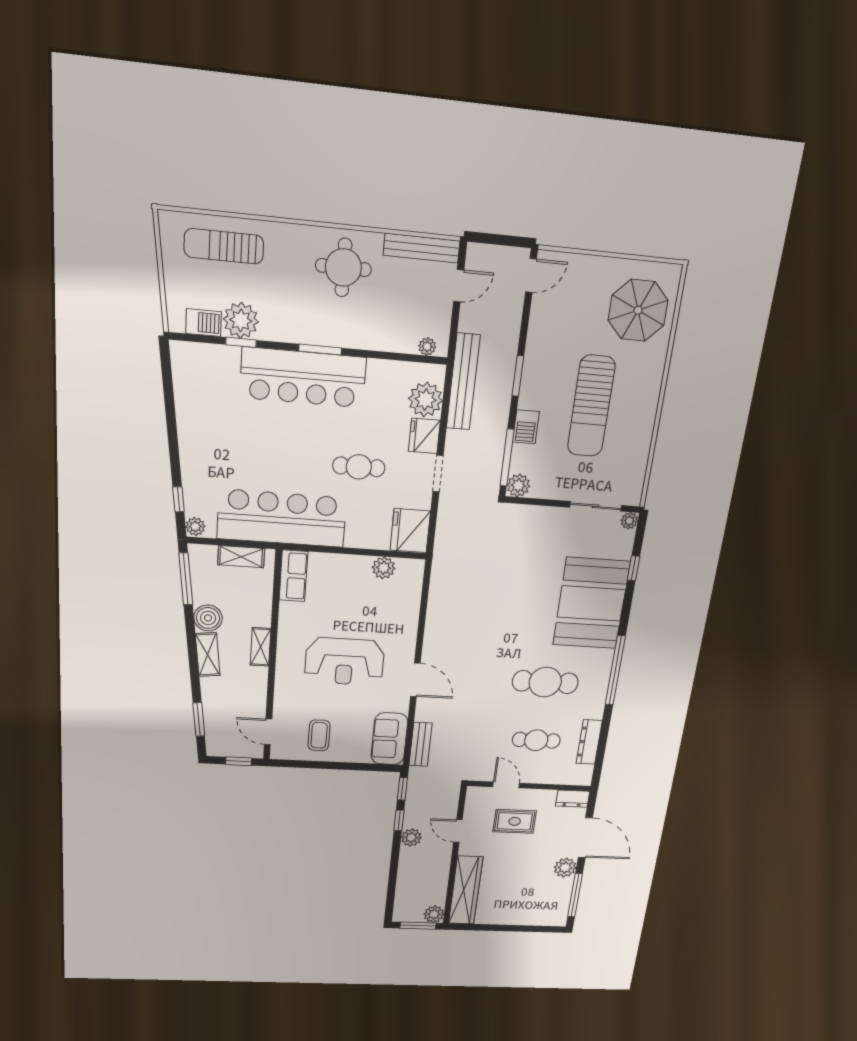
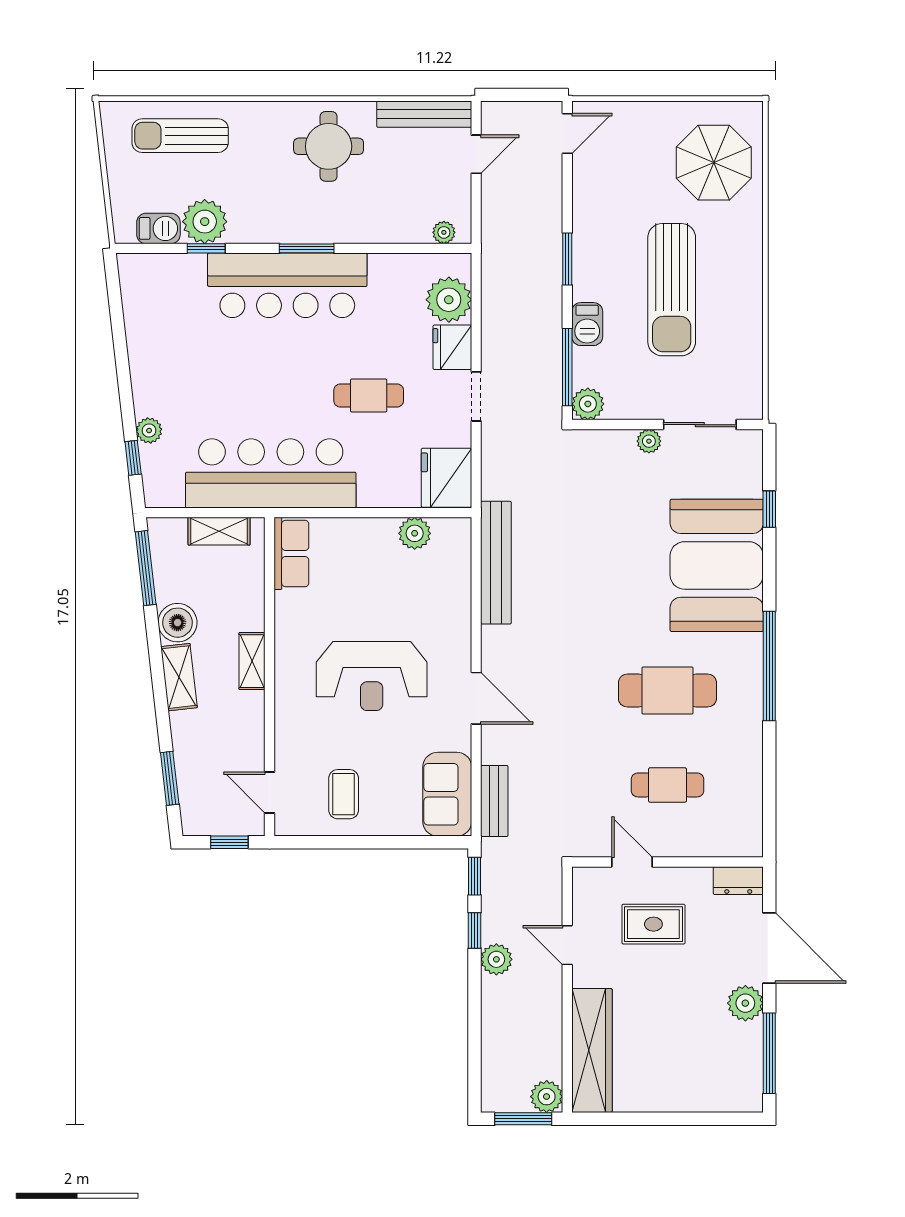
bench: (463, 382) -> (496, 563), moved
plant: (629, 521) -> (649, 441), moved
plant: (195, 526) -> (149, 430), moved
dresser: (589, 742) -> (749, 784), removed

